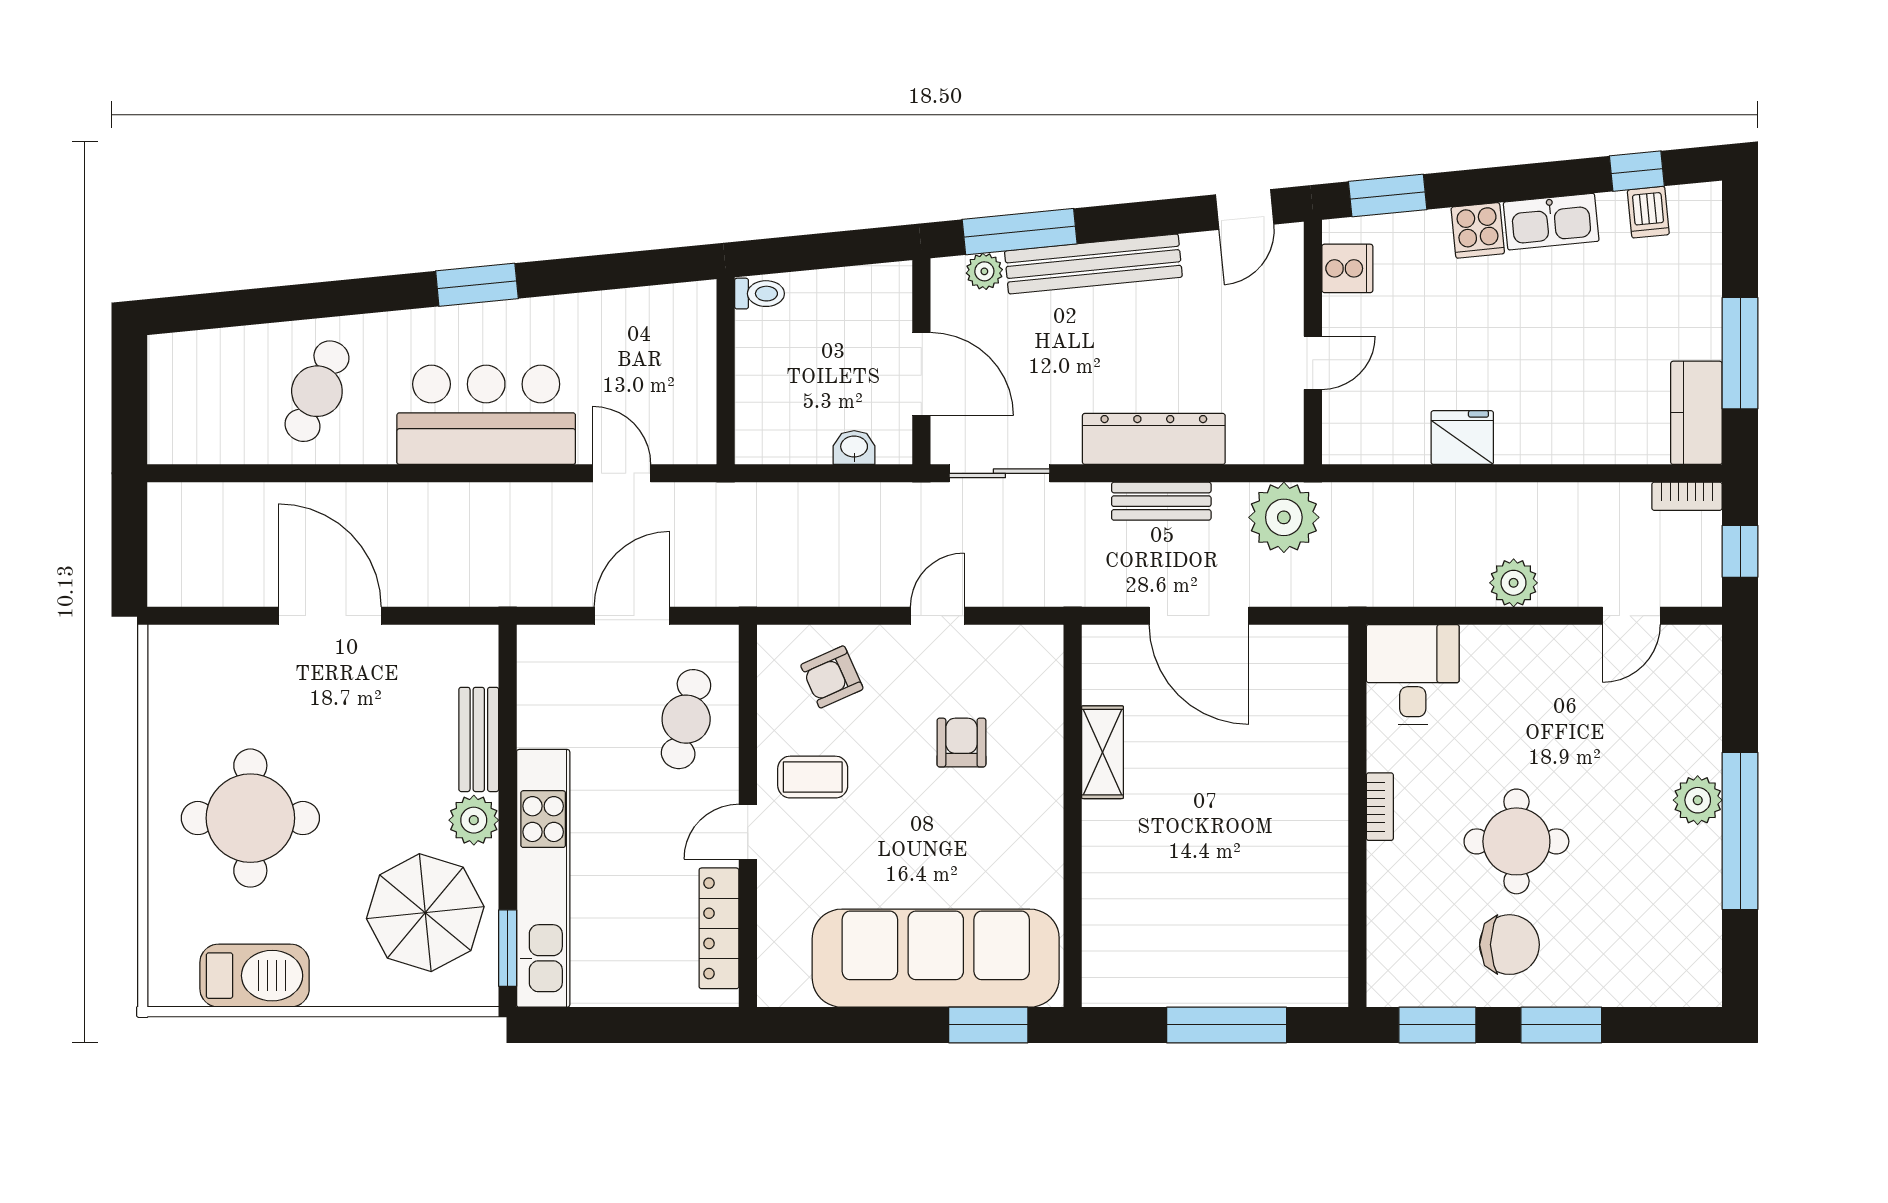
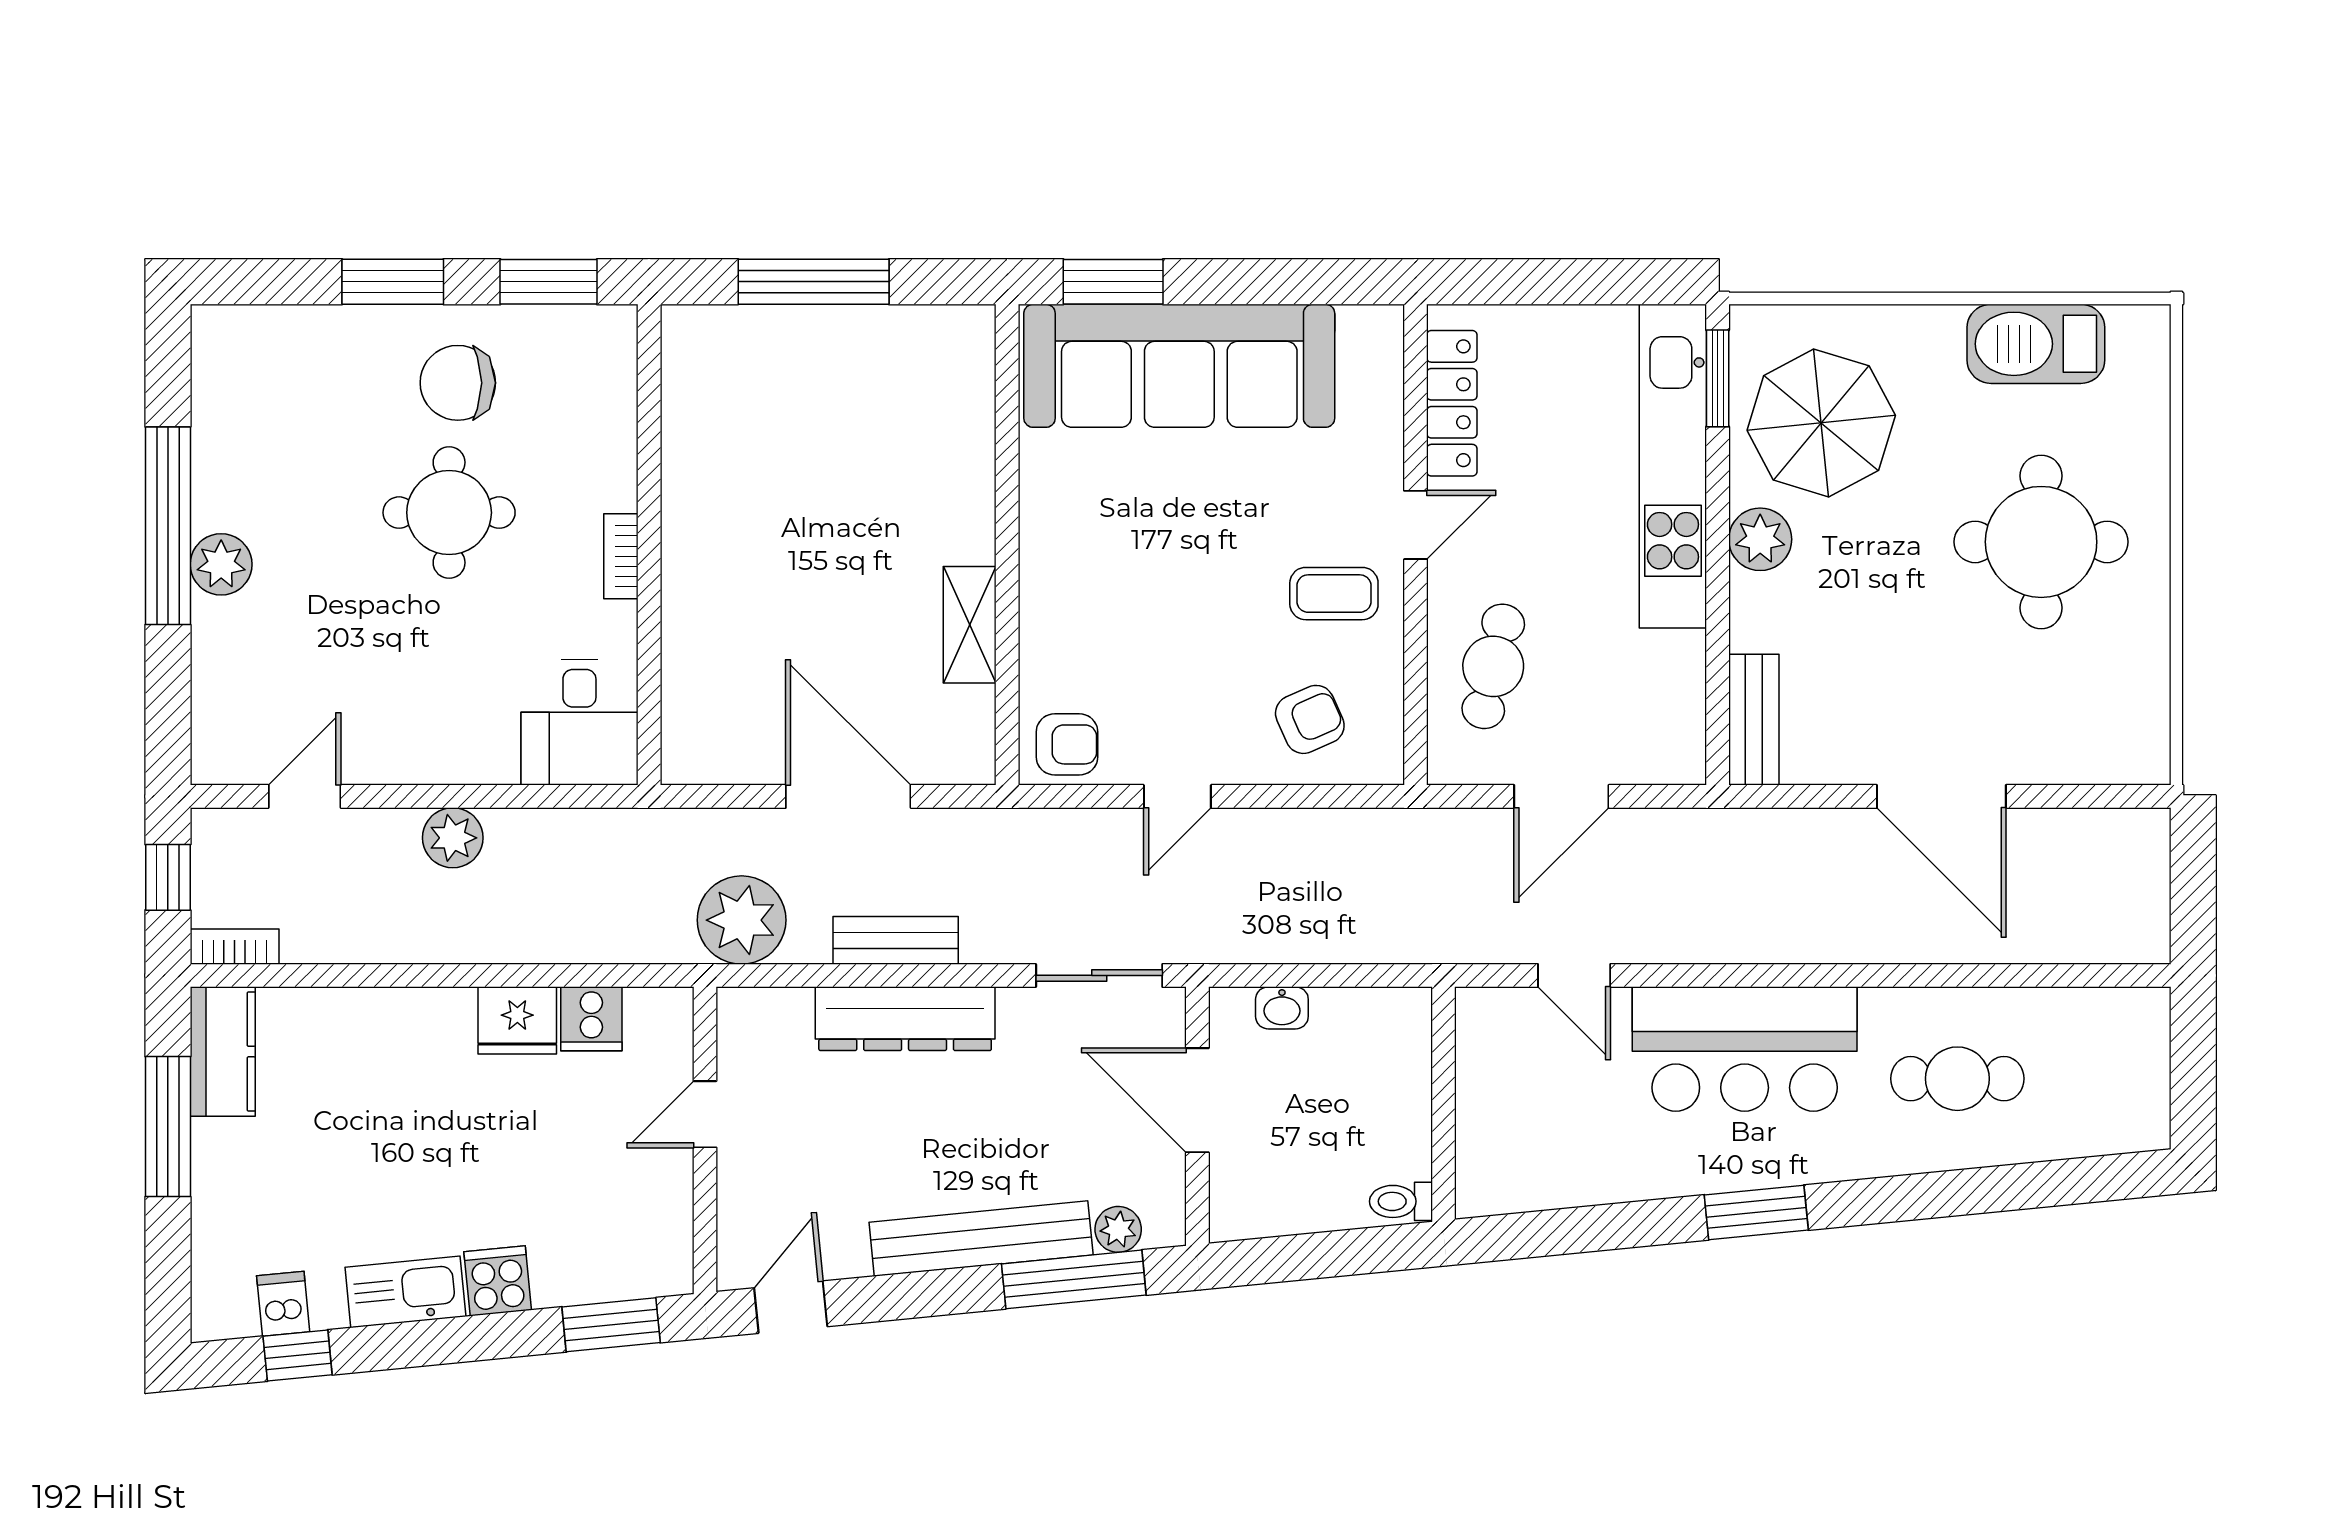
cooker: (1347, 268) -> (591, 1019), moved, turned -90
cafe table: (317, 391) -> (1957, 1079), turned 67
bench: (479, 739) -> (1754, 720), moved
armchair: (961, 743) -> (1067, 744), moved, turned -90

